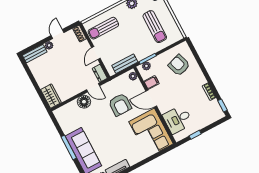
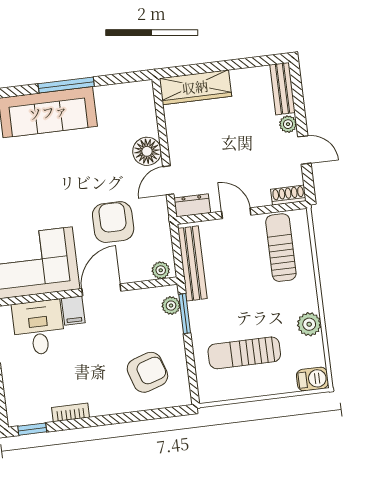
bench: (125, 64) -> (192, 263), width x1.36
filing cabinet: (152, 82) -> (73, 311), moved
wardrobe: (51, 96) -> (195, 87), width x1.50
armchair: (120, 105) -> (113, 222), turned 90

